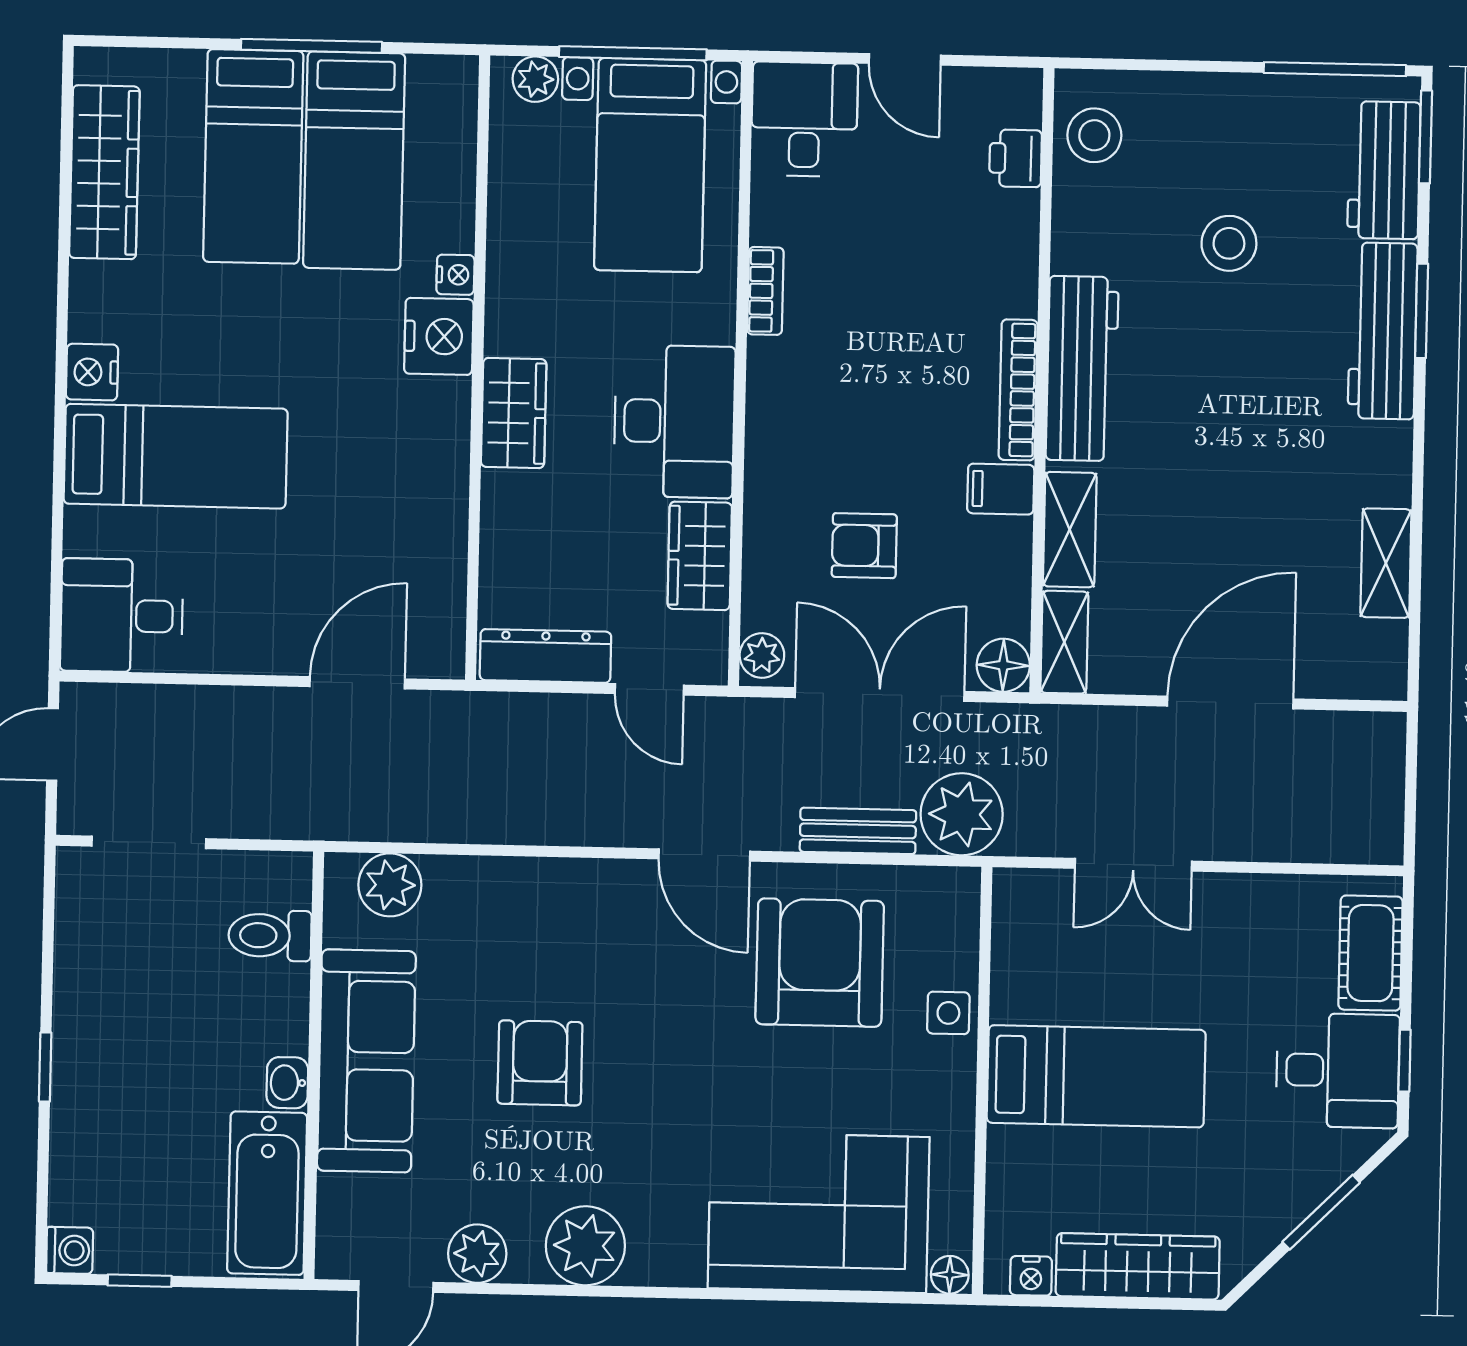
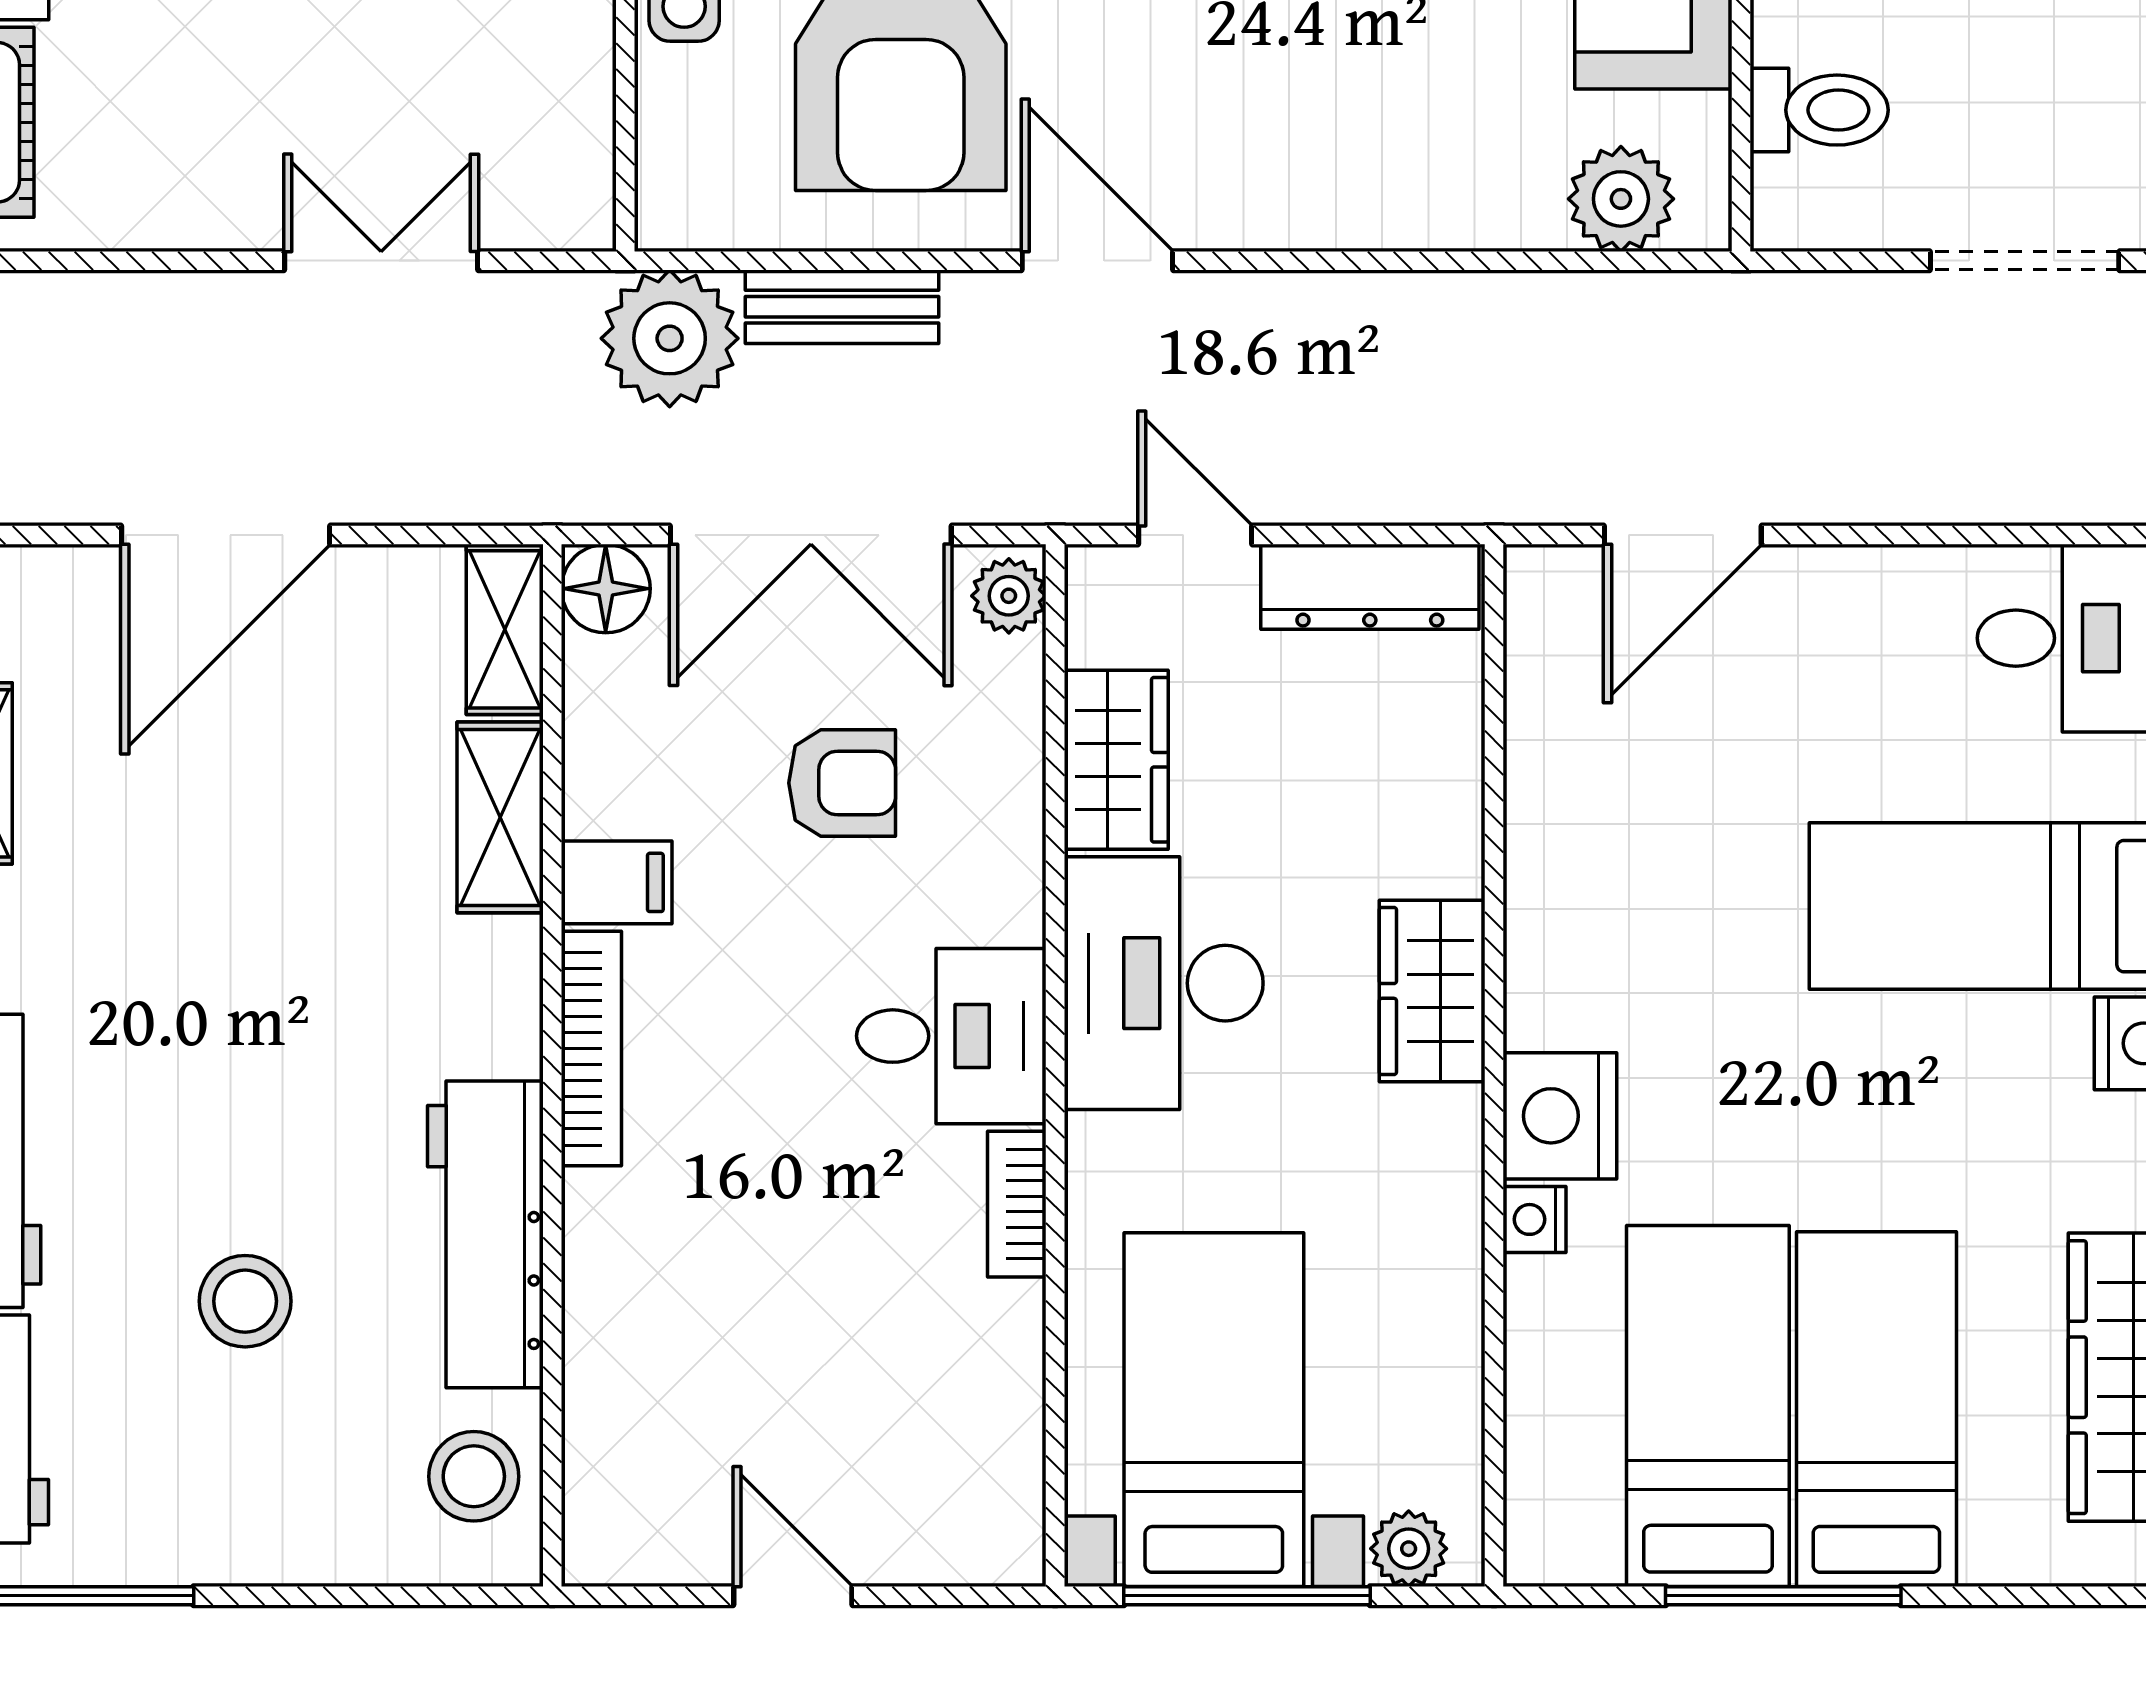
desk: (804, 119) -> (951, 1036), moved, turned -90
printer: (1015, 158) -> (605, 1435), removed
workbench: (1082, 369) -> (485, 1234), moved

